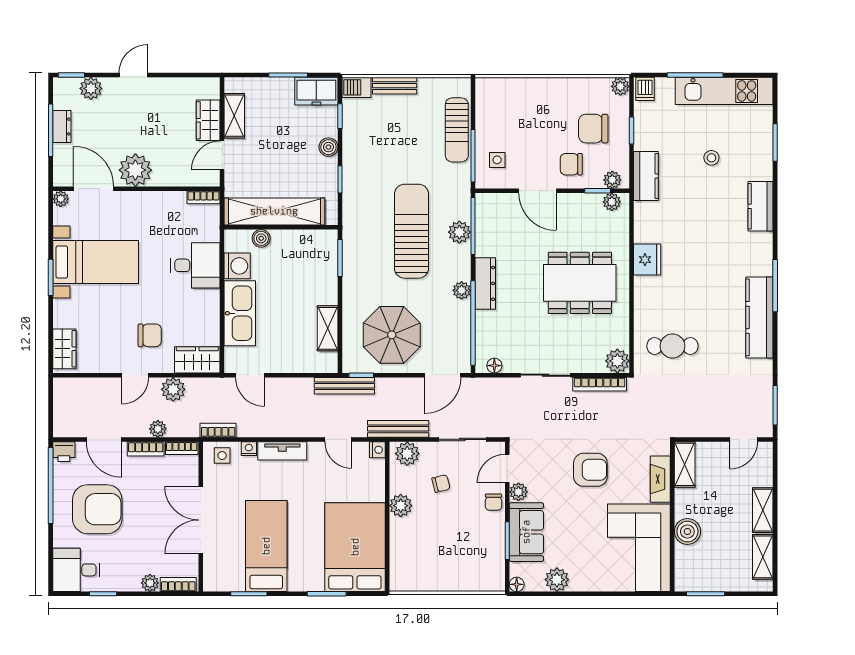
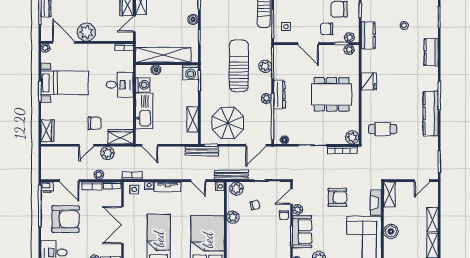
washing machine: (324, 243) -> (191, 72), added

